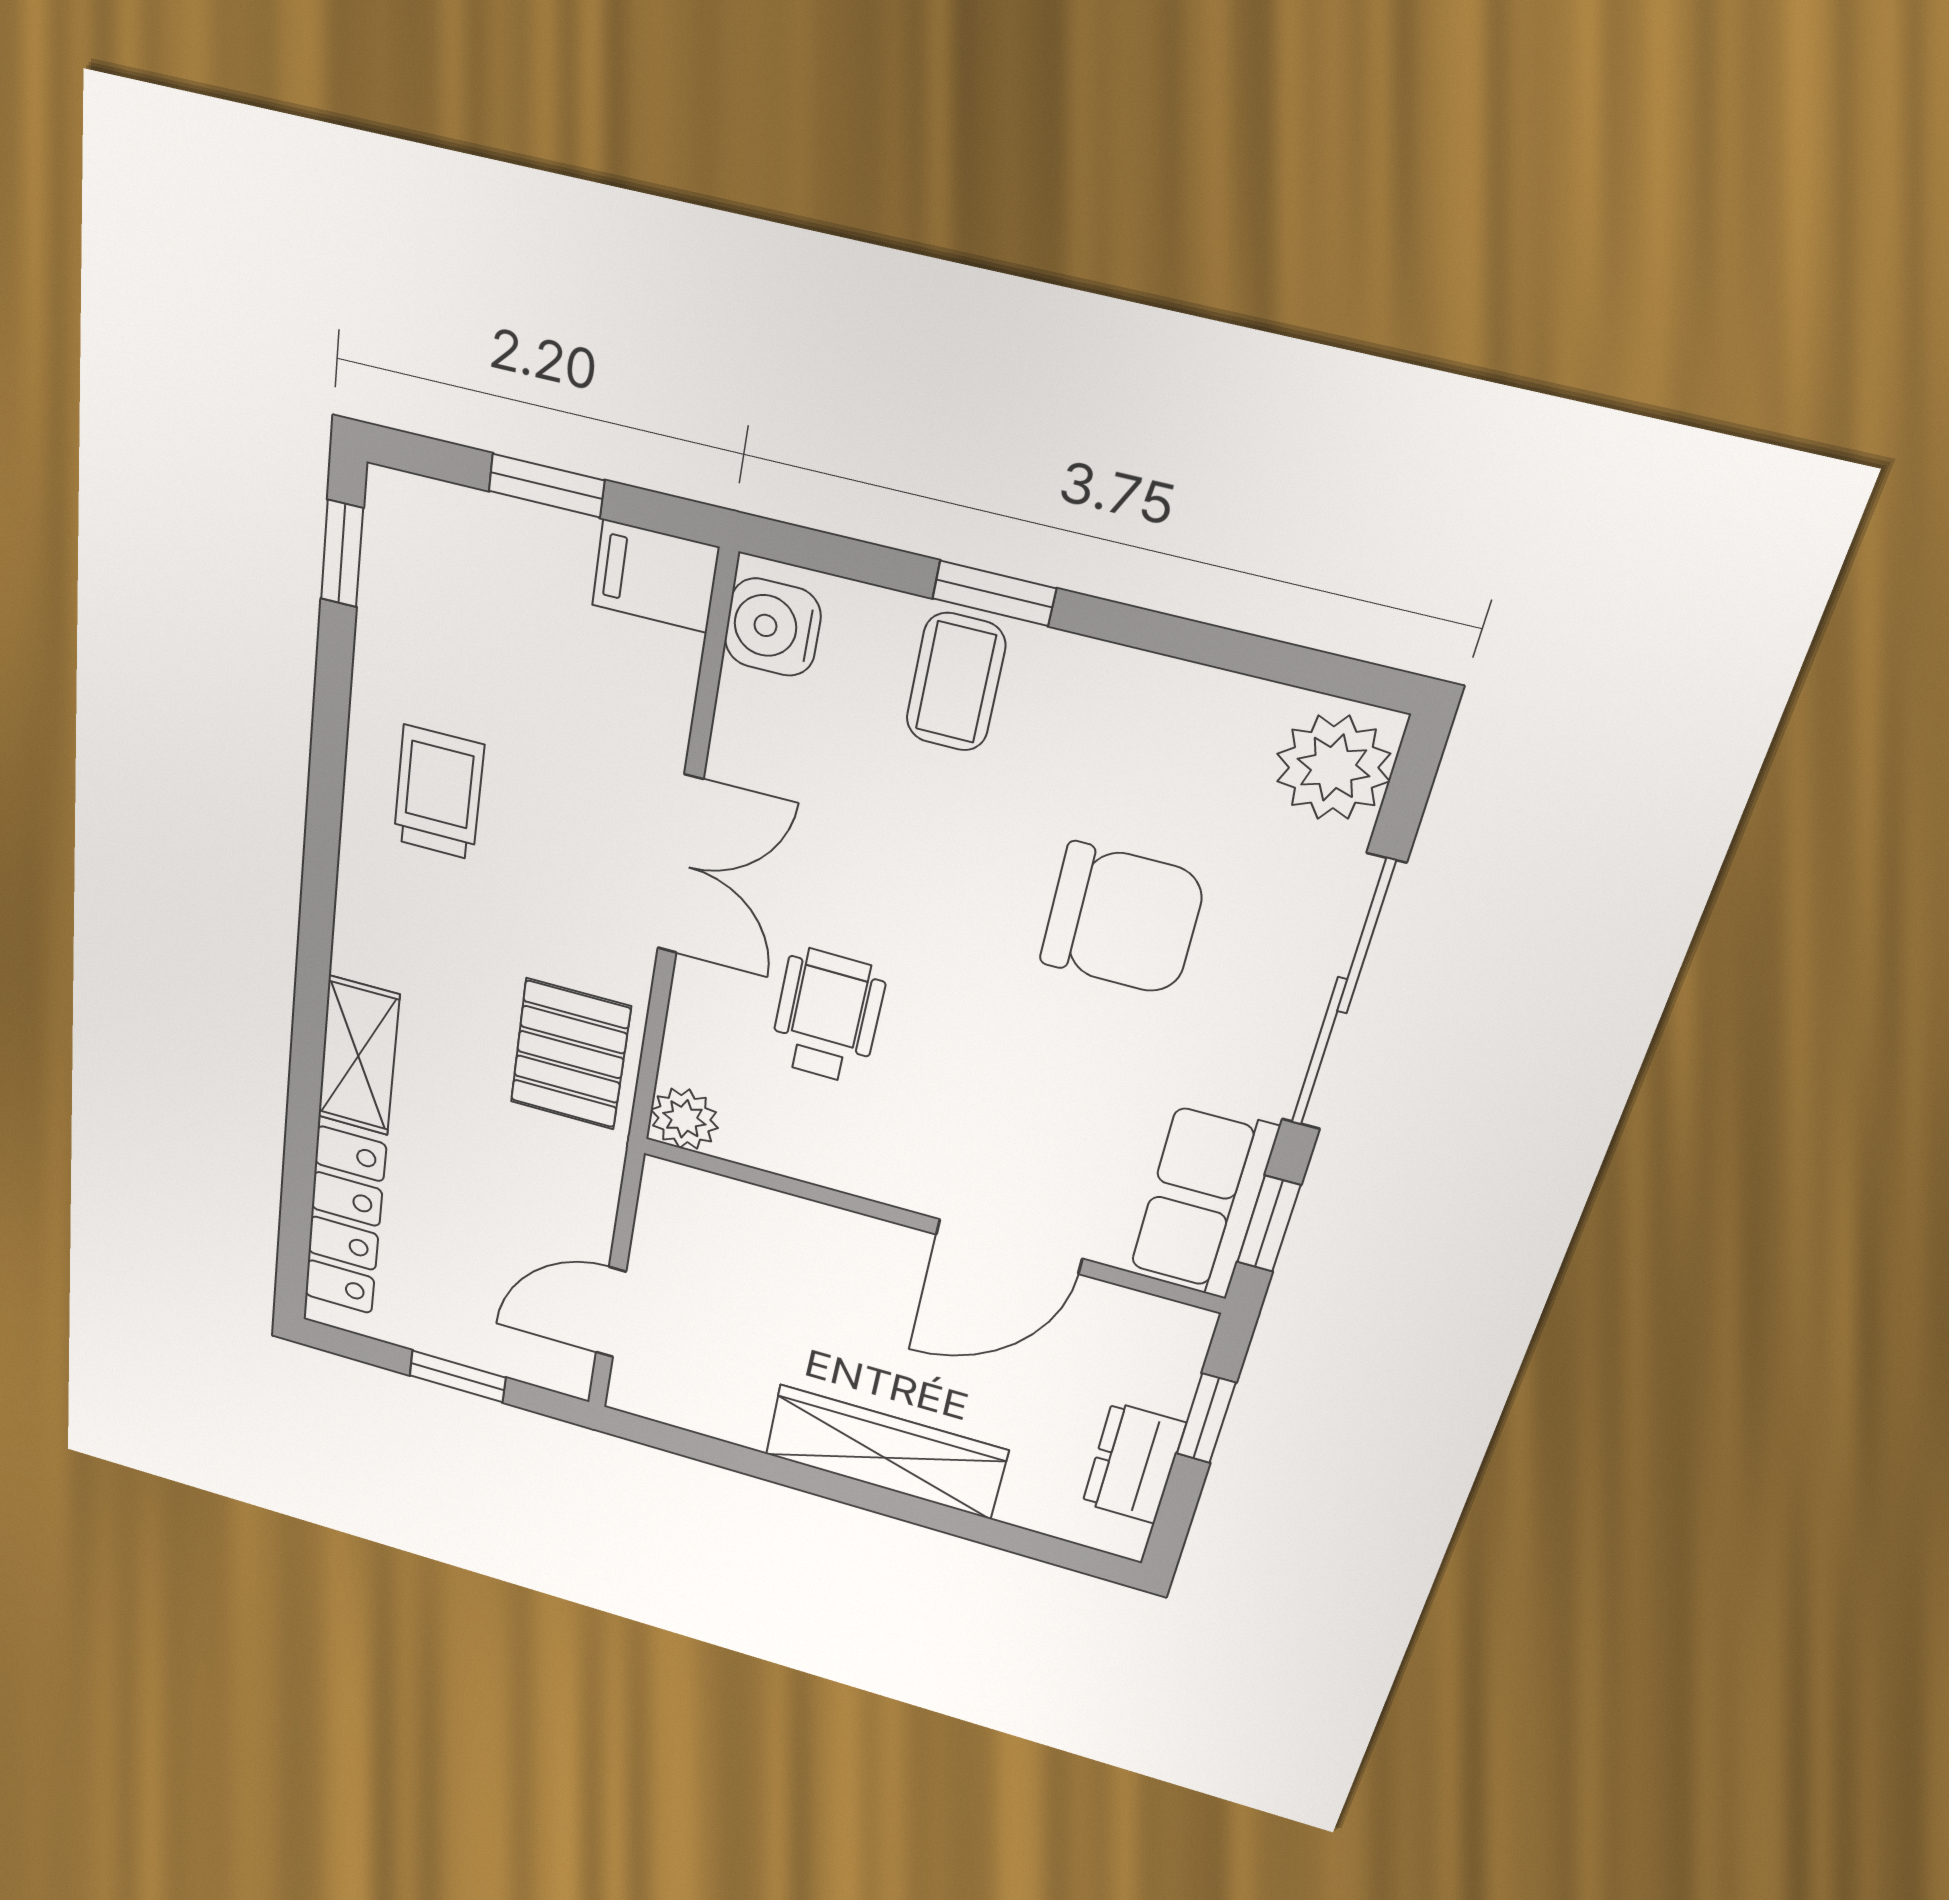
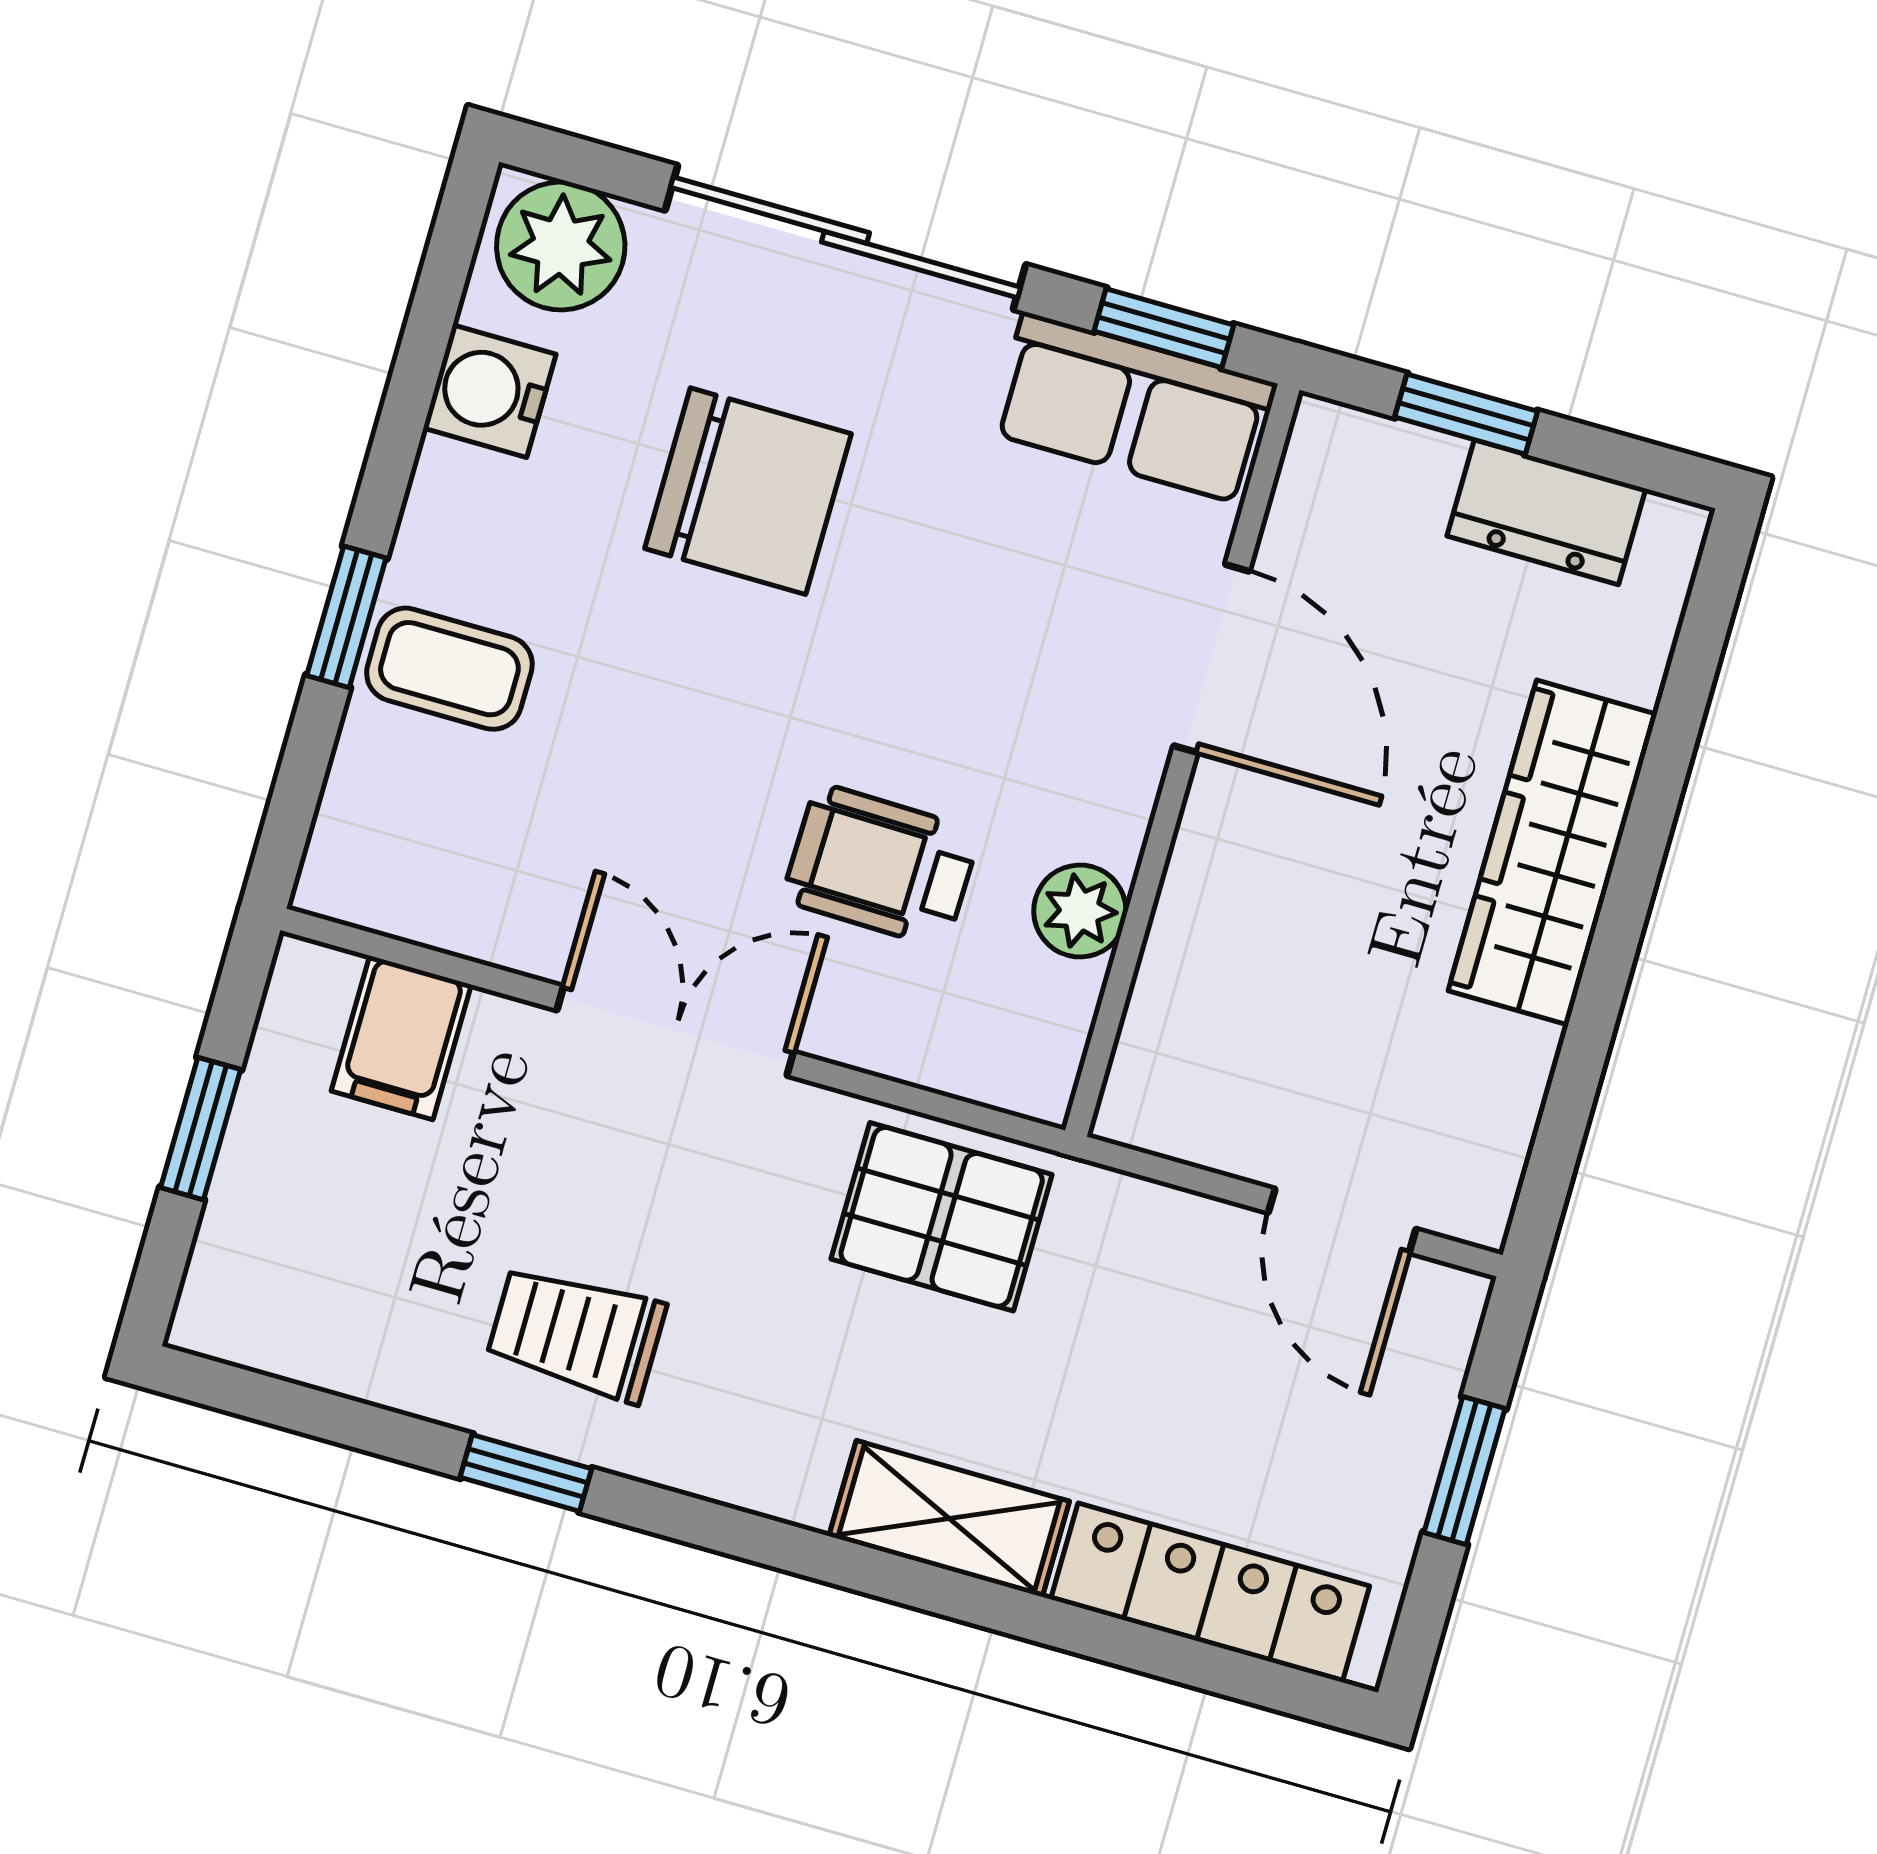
window: (342, 554) -> (526, 1473), moved
filing cabinet: (655, 576) -> (401, 1038), moved
water cooler: (773, 627) -> (490, 391), moved, turned 90
chair: (1122, 919) -> (748, 491), turned 90
plant: (684, 1119) -> (1080, 911), moved

